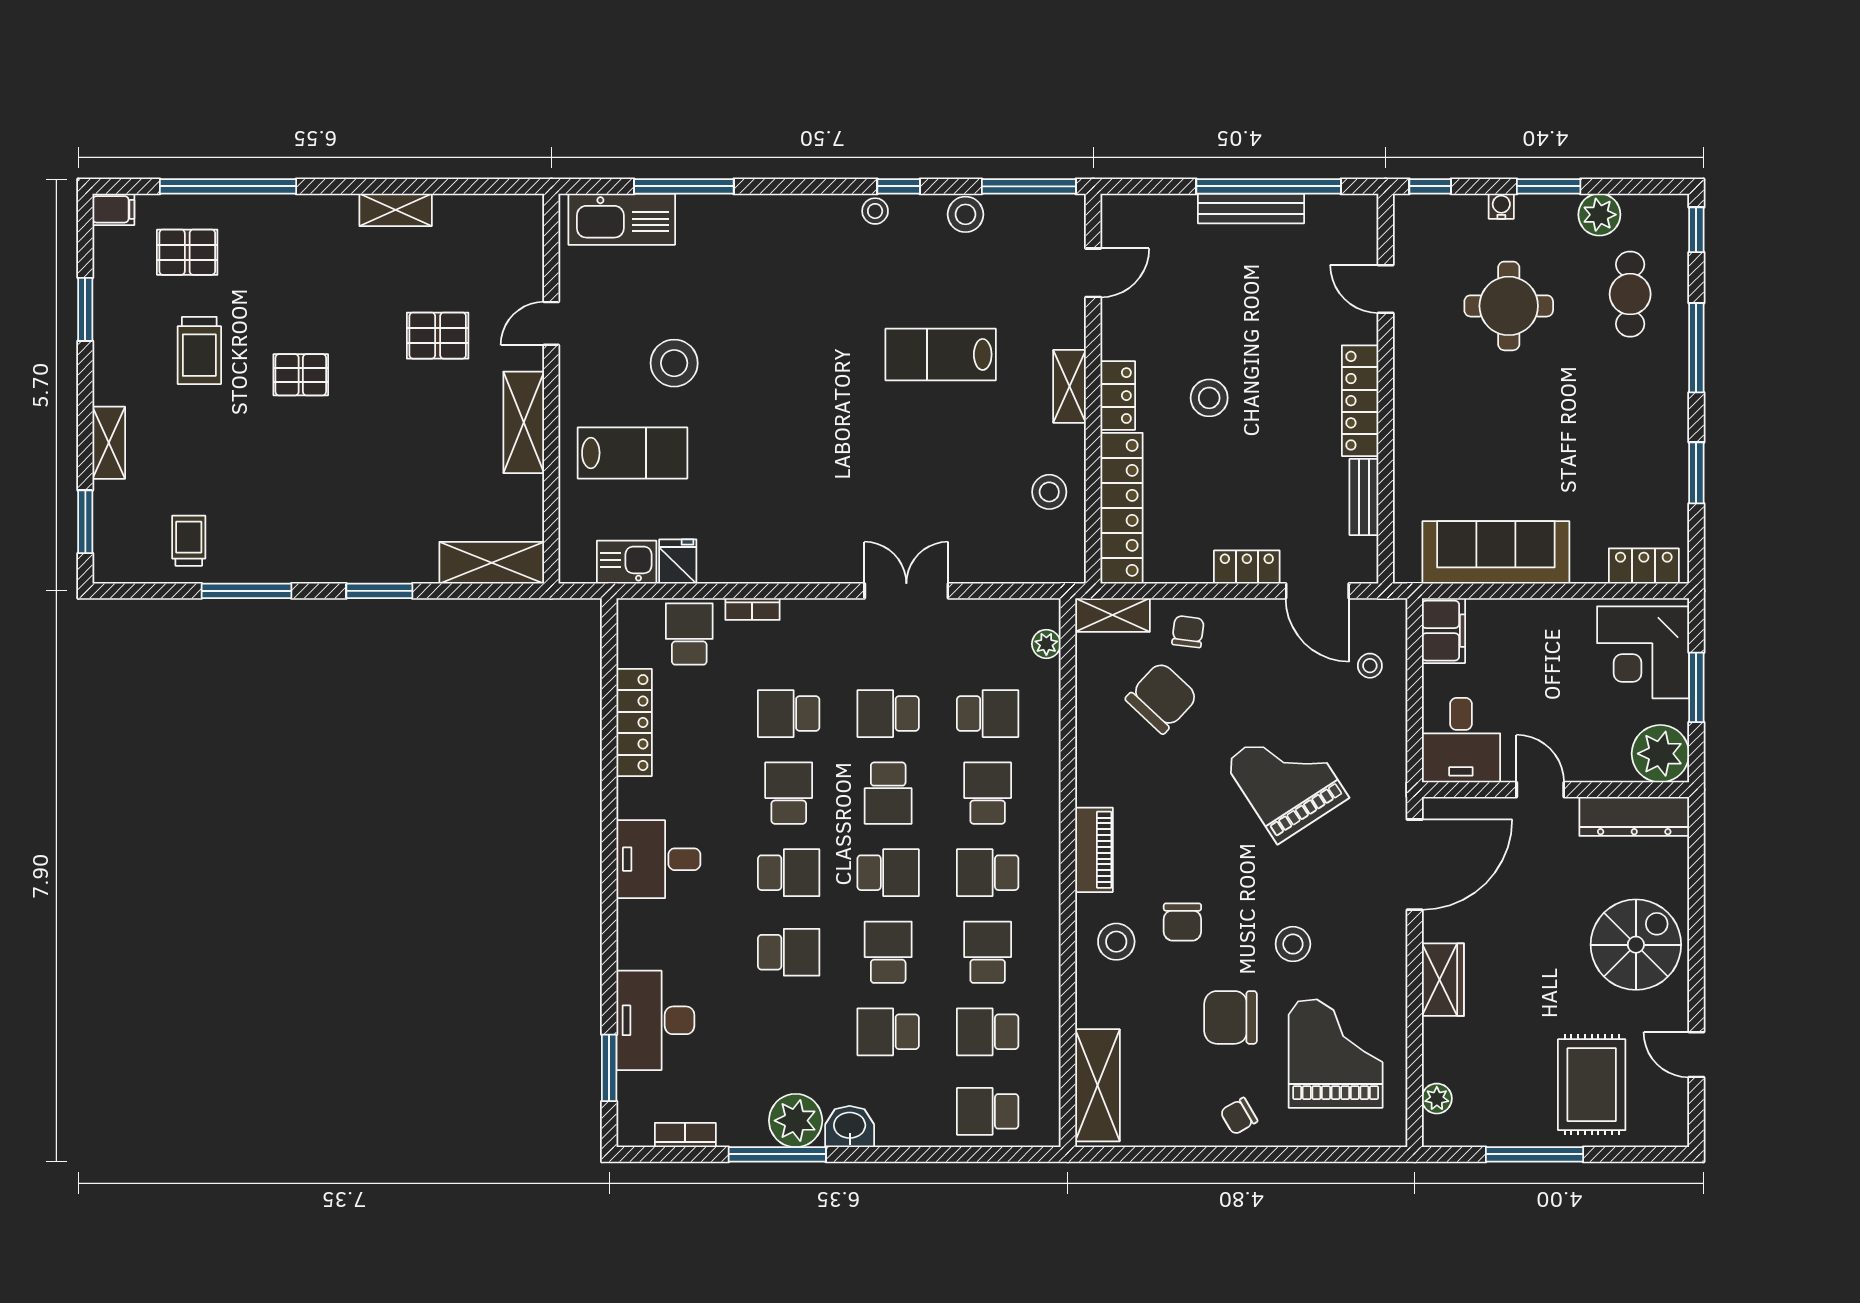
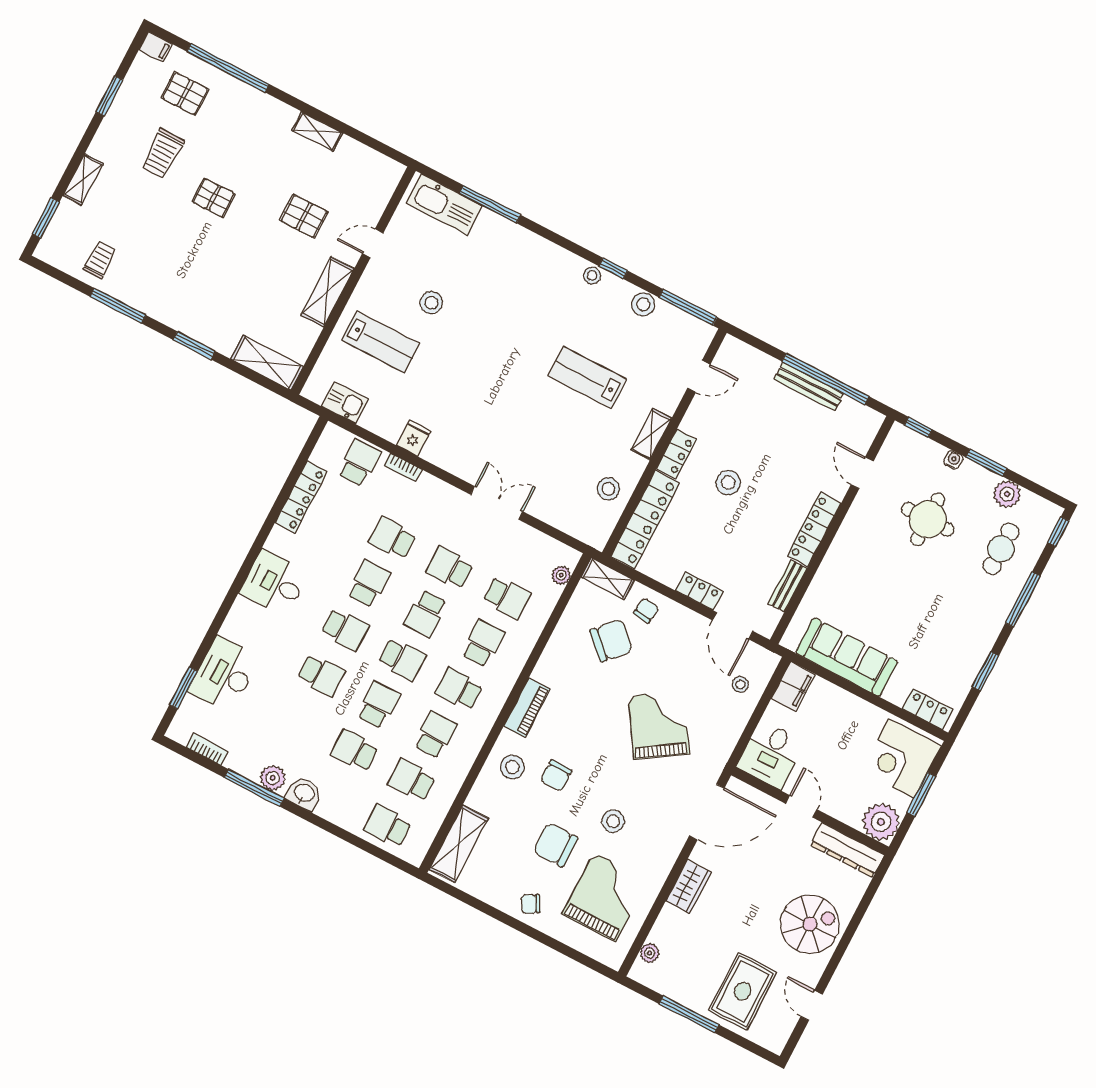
stool: (674, 363) -> (431, 303), width x0.73, depth x0.73
fridge: (678, 562) -> (414, 438), moved
plant: (796, 1121) -> (273, 778), width x0.73, depth x0.73

